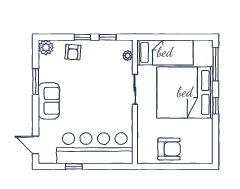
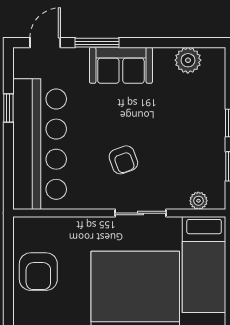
plant: (46, 47) -> (188, 60), moved
armchair: (73, 52) -> (123, 160), moved, turned -114
window: (36, 82) -> (97, 43), moved

